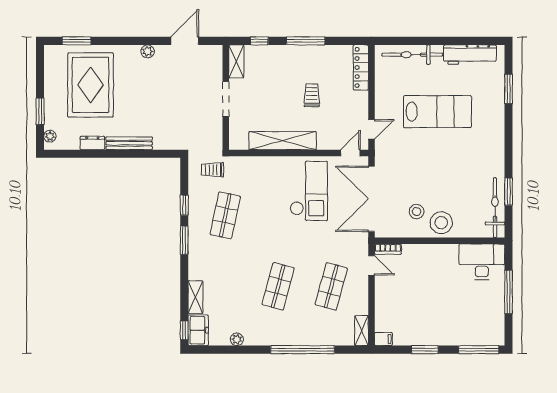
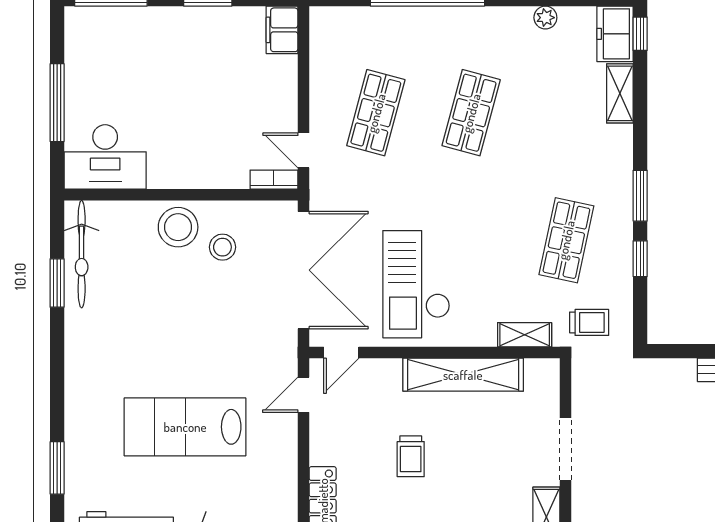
shelving: (362, 331) -> (525, 335), moved, turned 90
filing cabinet: (383, 339) -> (282, 30), width x2.00

